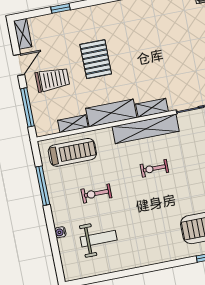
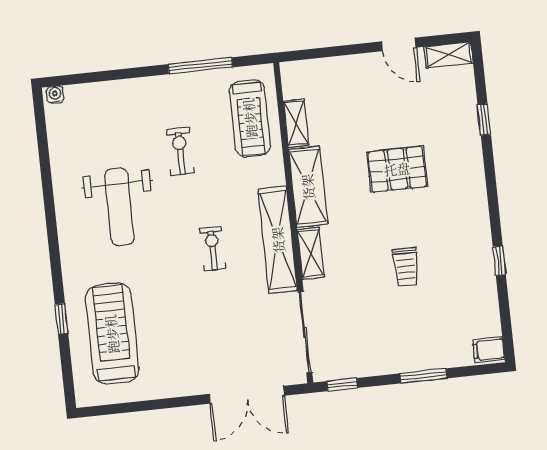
trolley: (52, 80) -> (406, 267), moved, width x0.73, depth x0.72
window: (27, 107) -> (329, 52), removed
water cooler: (60, 232) -> (55, 95), moved
weight bench: (99, 239) -> (119, 207), moved, width x1.36, depth x1.33

